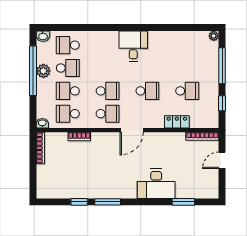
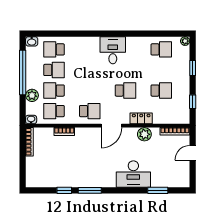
window: (222, 66) -> (193, 68), width x0.46
plant: (43, 71) -> (32, 95), moved
school desk: (108, 91) -> (161, 49), moved
locker: (177, 122) -> (141, 118), moved
plant: (168, 140) -> (144, 134), added

